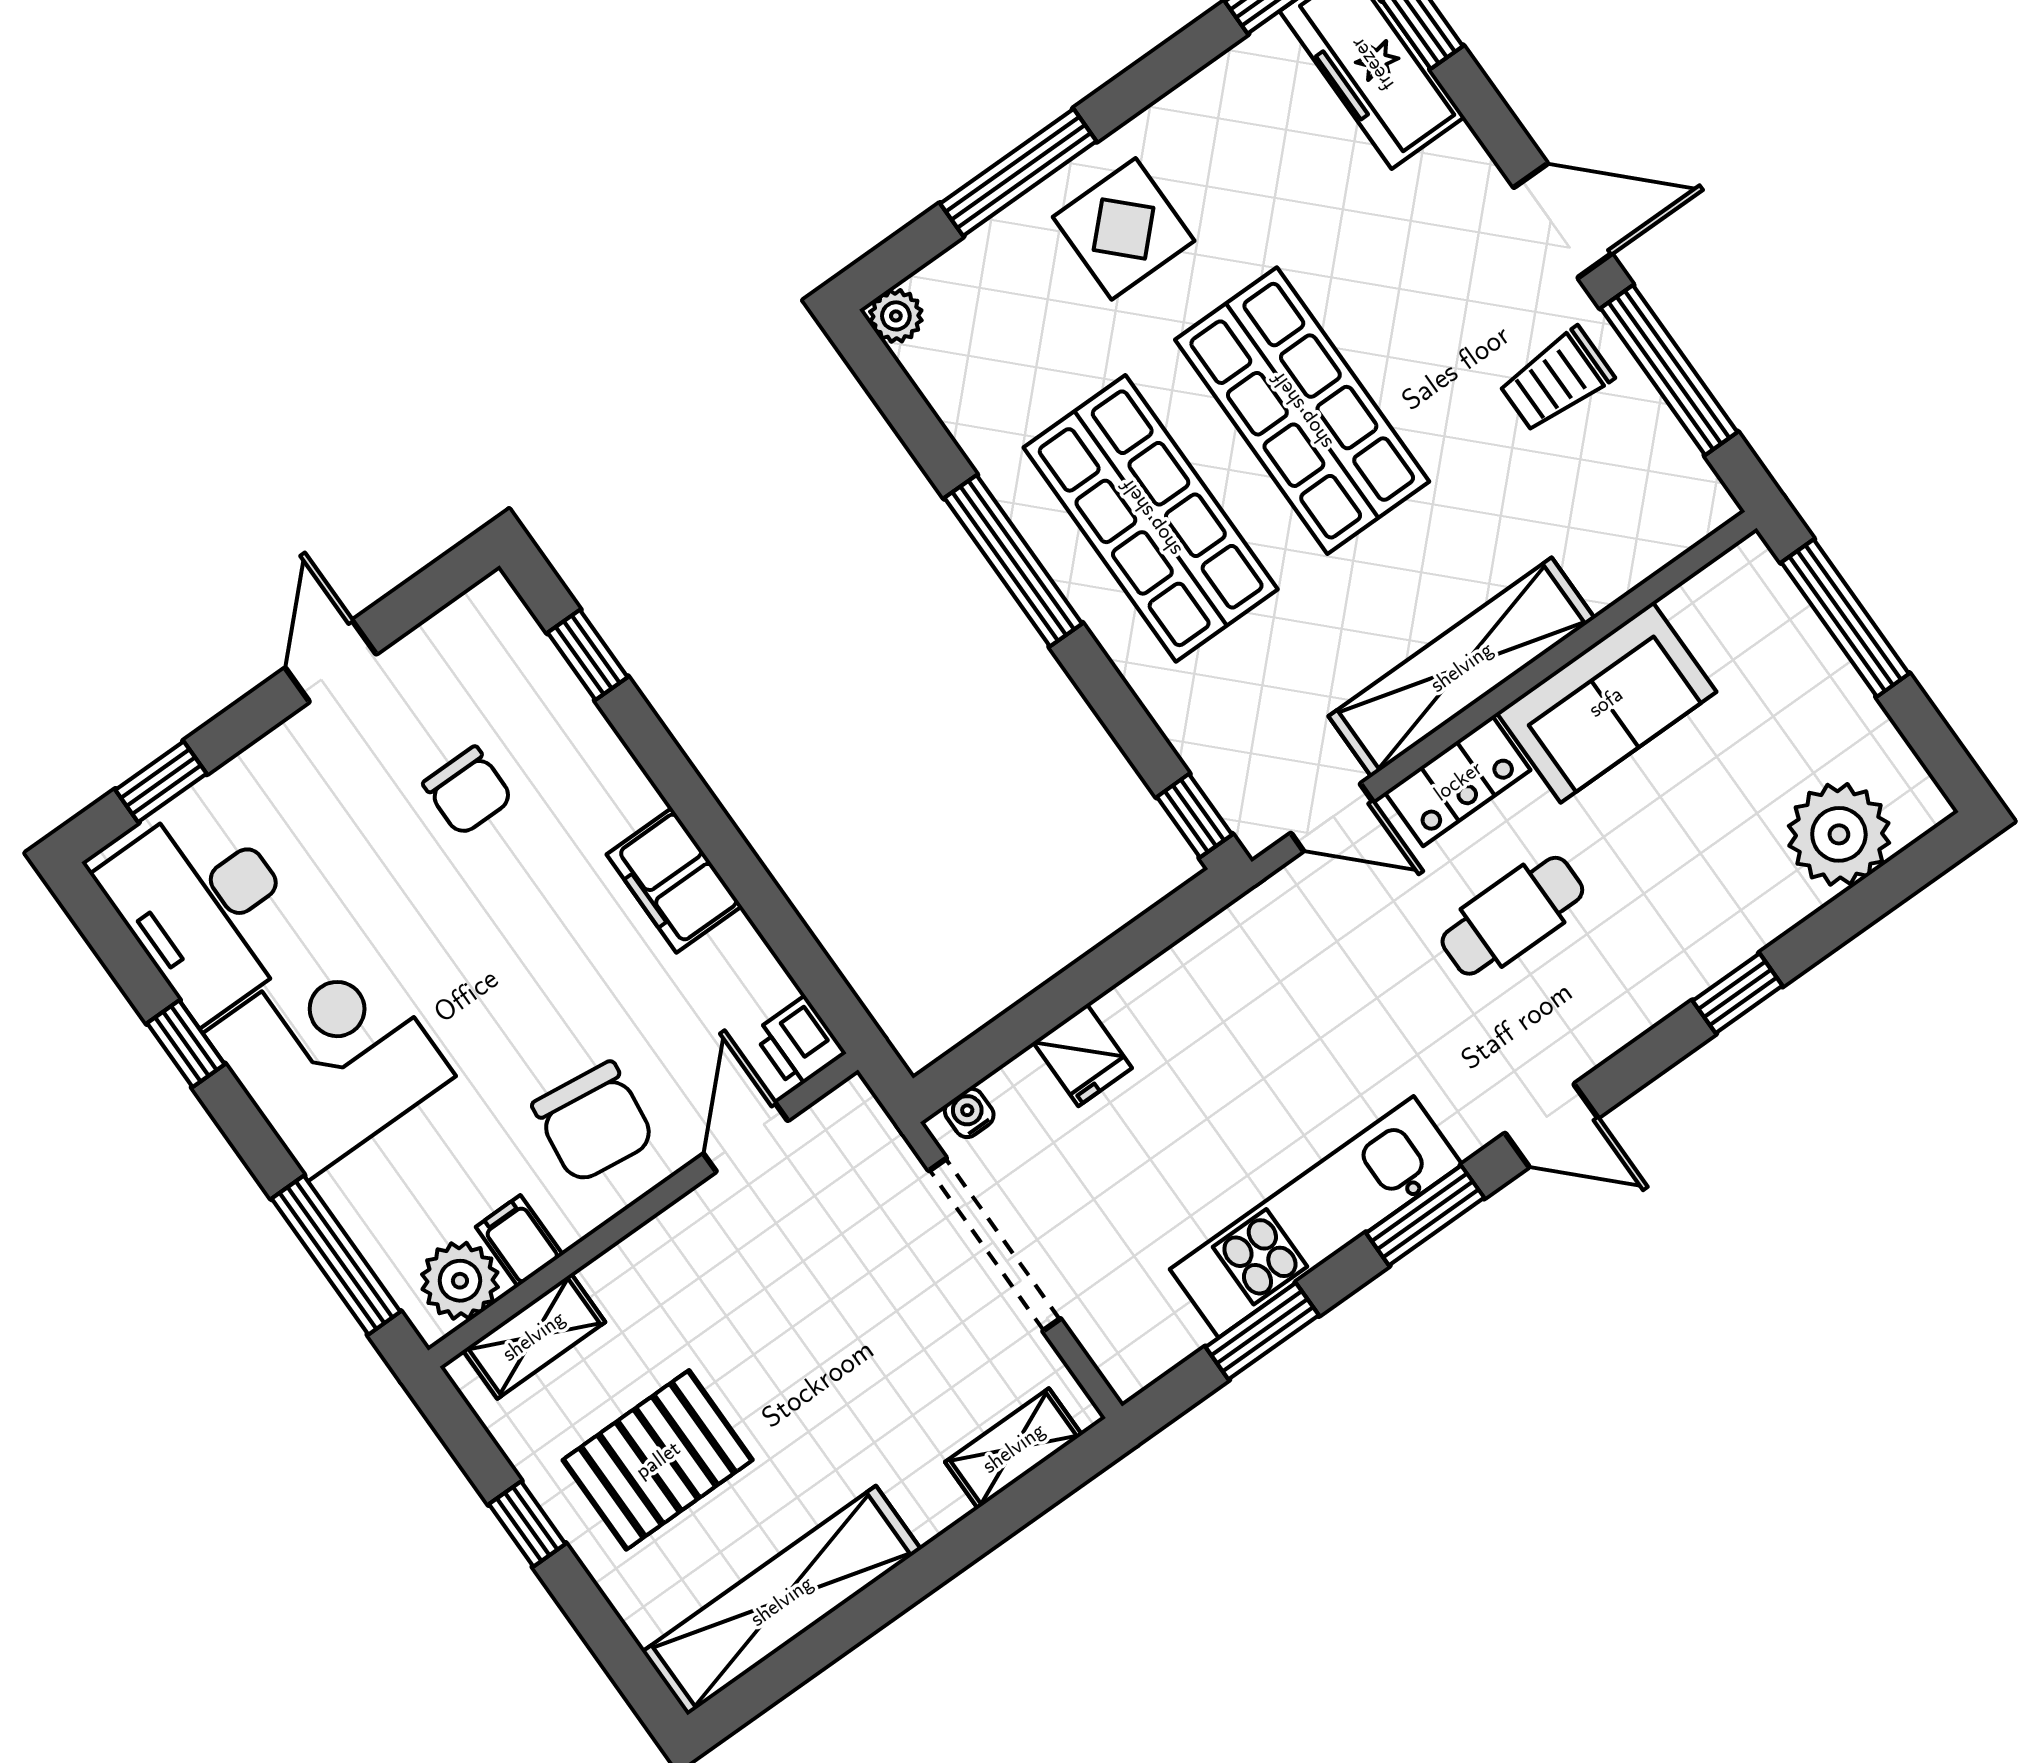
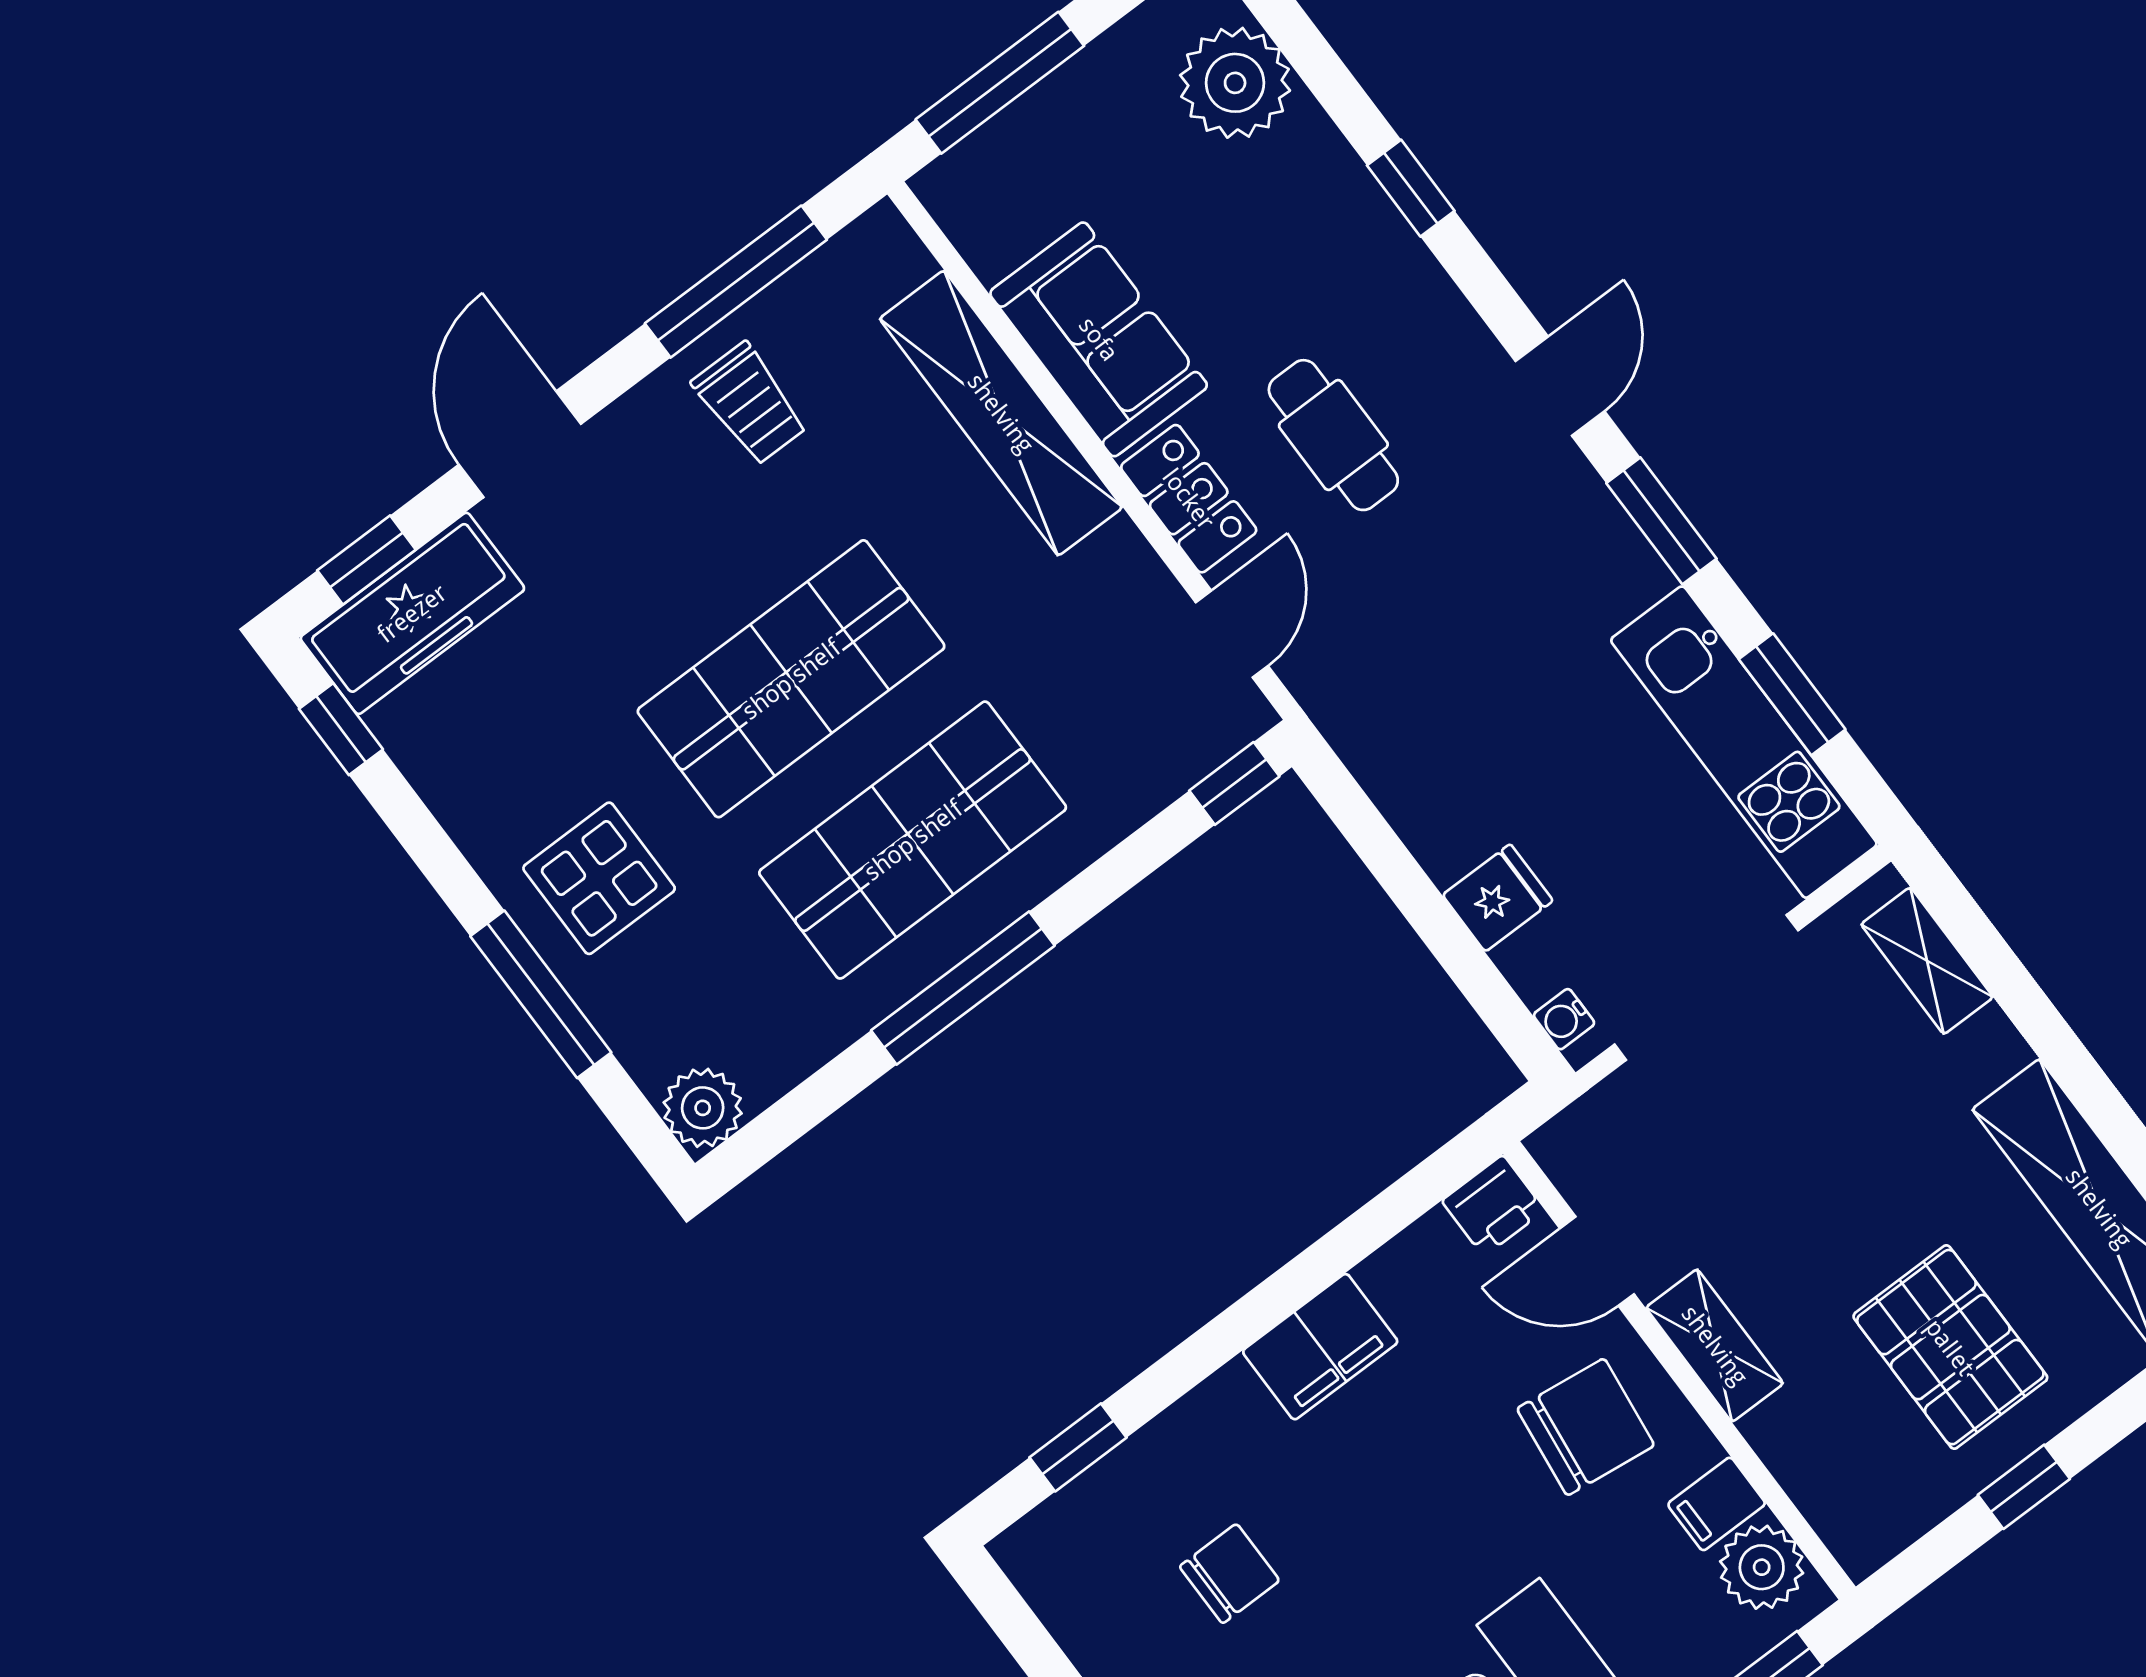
door: (1563, 221) -> (520, 444), moved
plant: (896, 316) -> (703, 1108), width x1.38, depth x1.38
shelving: (1462, 667) -> (1001, 413), moved
kitchen unit: (1316, 1217) -> (1744, 742), moved
shelving: (534, 1336) -> (1715, 1345), moved

